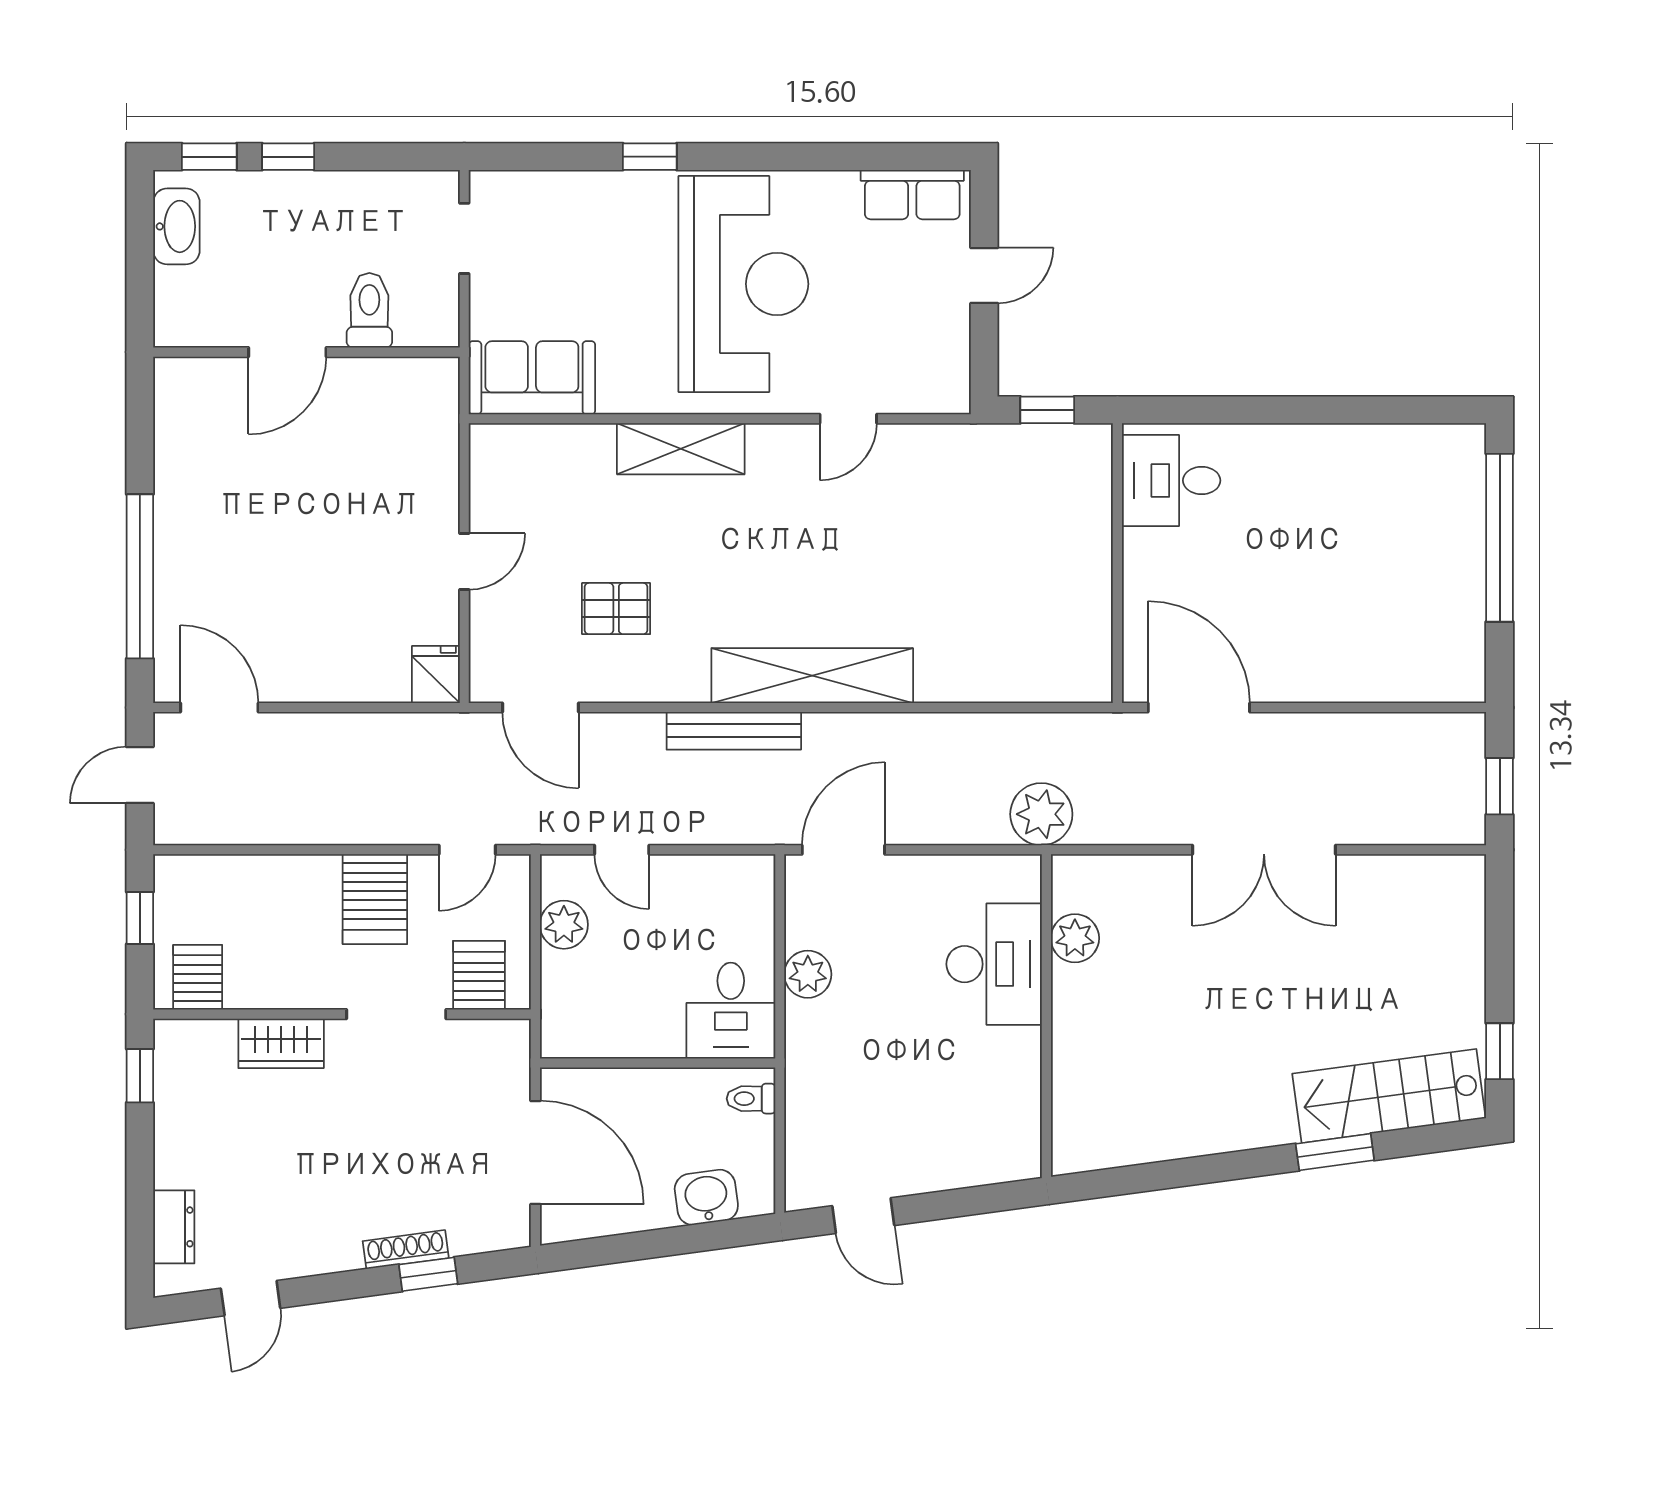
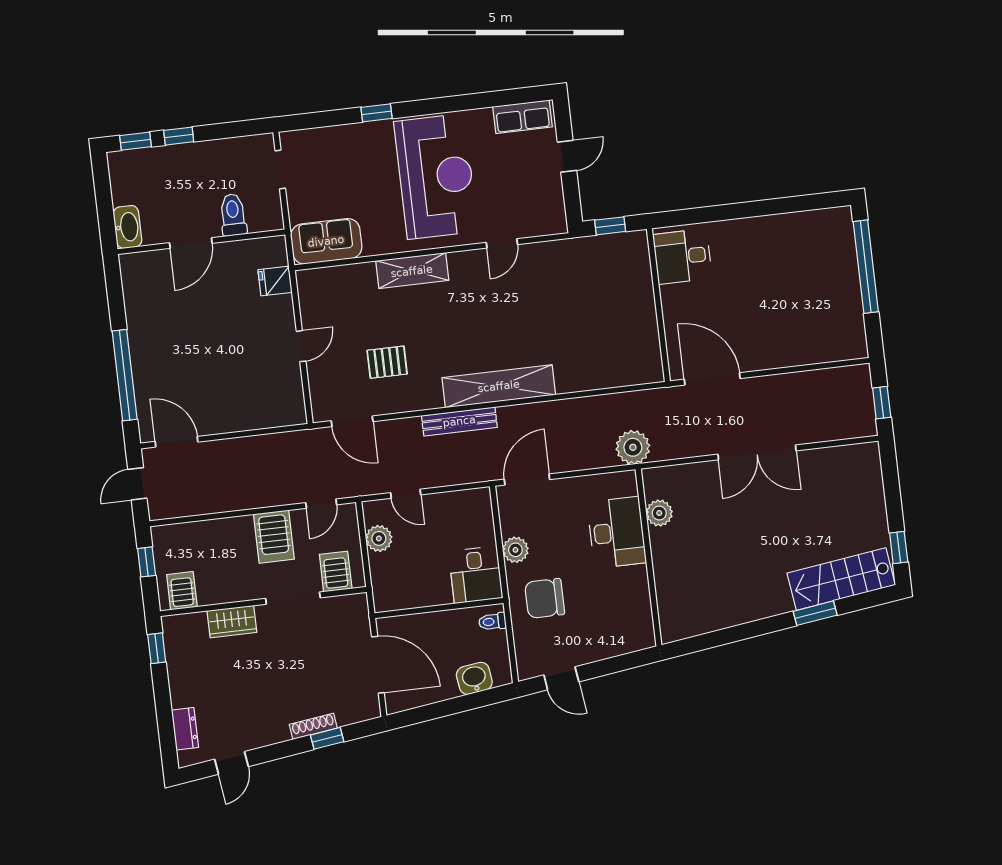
washbasin: (176, 226) -> (127, 227), moved
fridge: (436, 675) -> (275, 281), moved, turned -90
chair: (850, 1068) -> (545, 598), added

